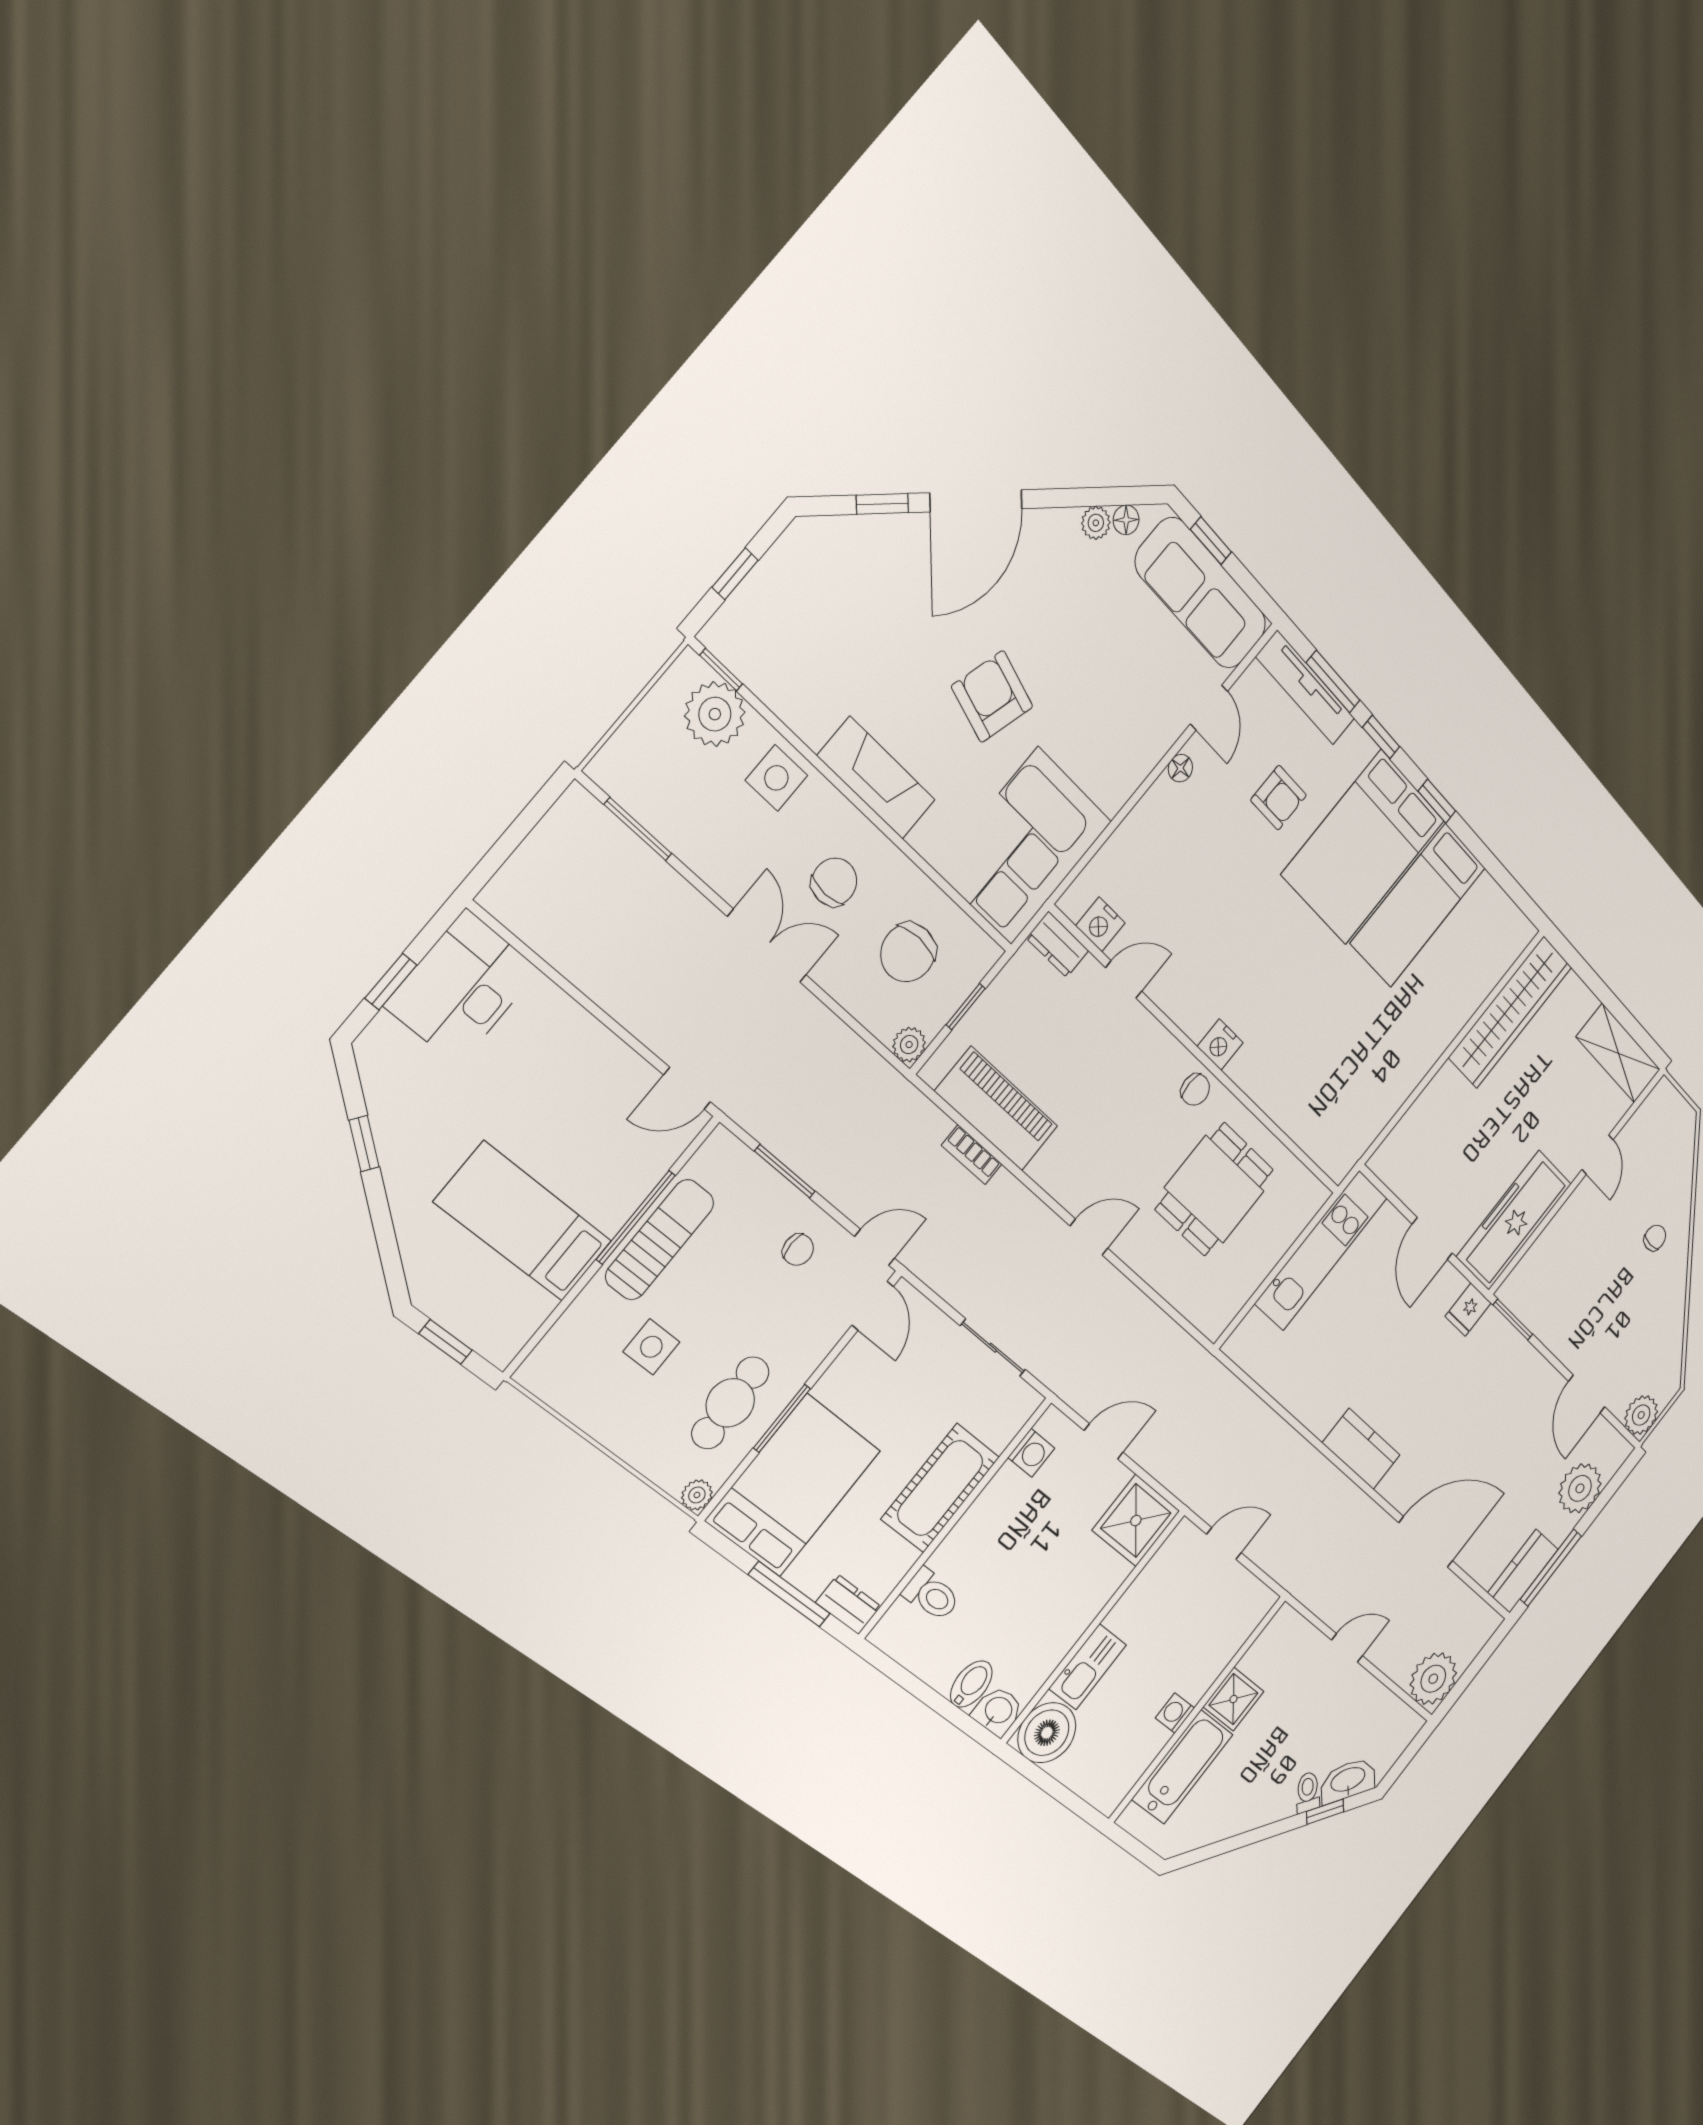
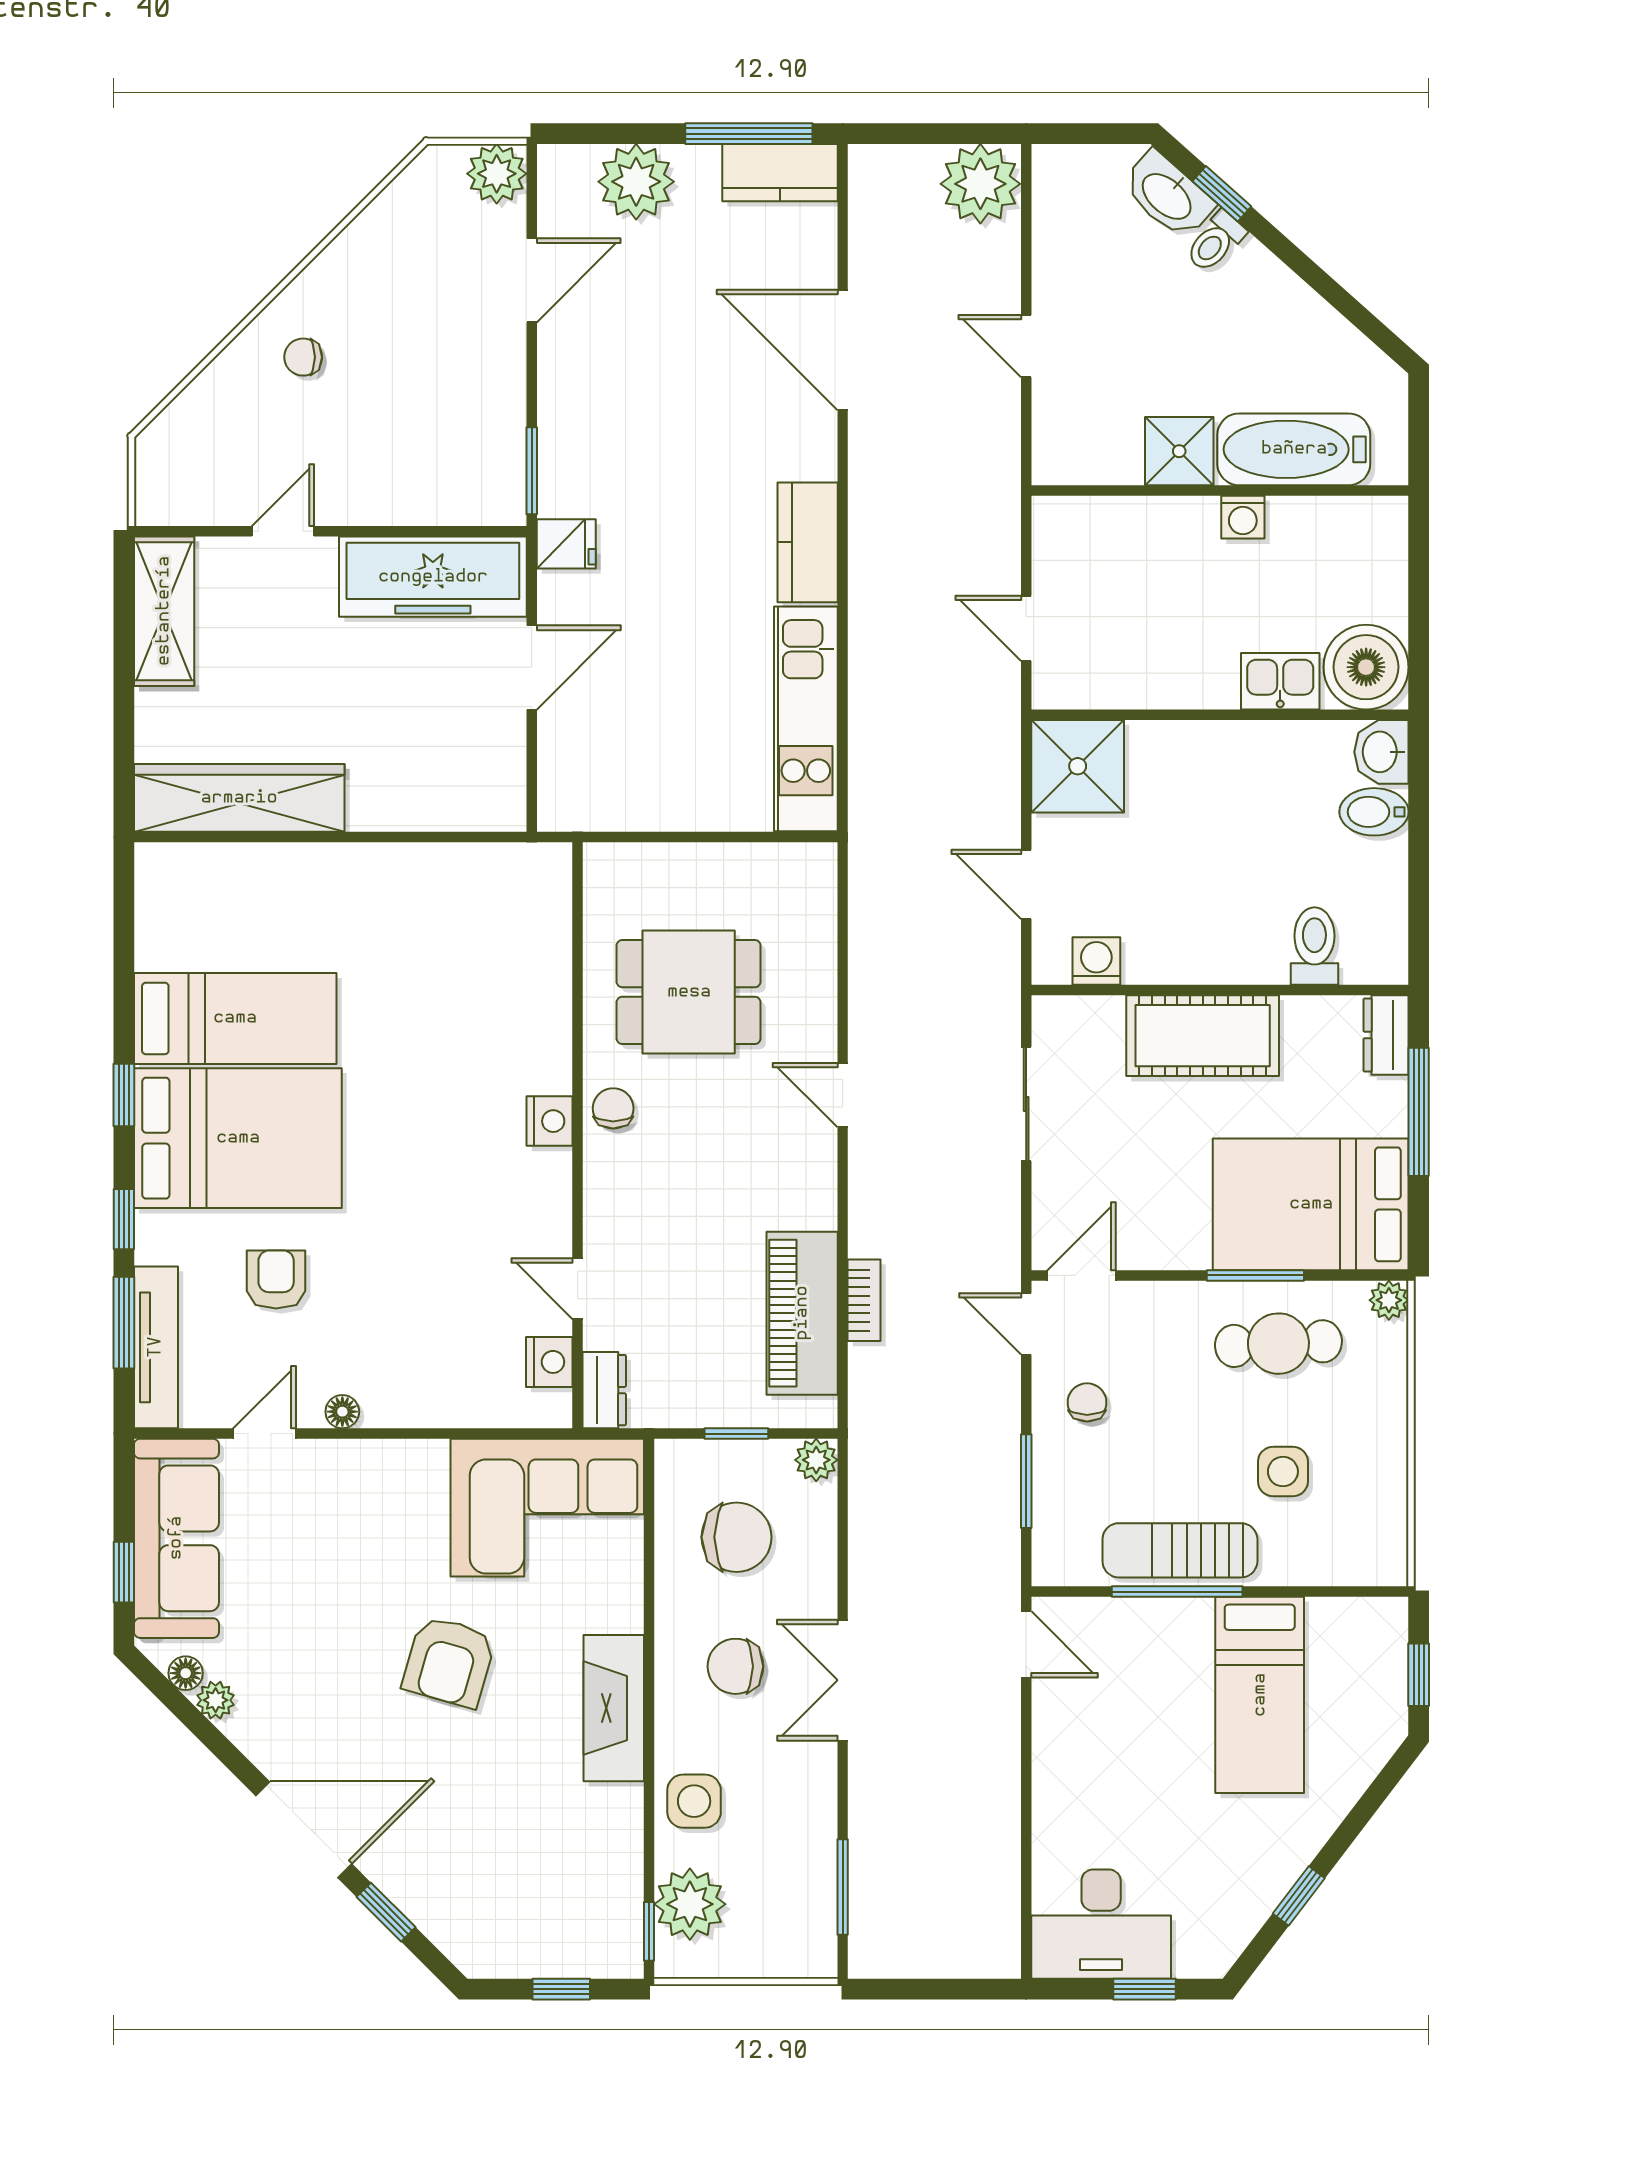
kitchen unit: (1321, 1251) -> (806, 719), moved, turned -90
kitchen sink: (1088, 1667) -> (1280, 681), width x0.73

